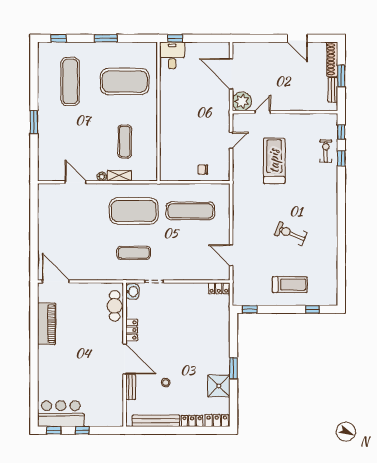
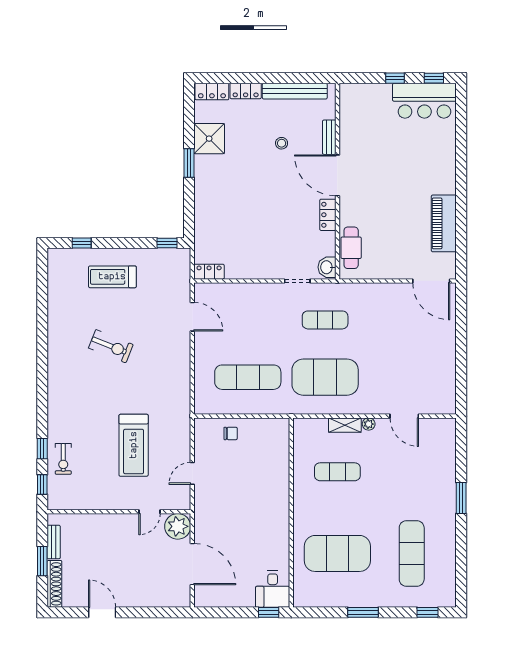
exercise mat: (125, 141) -> (337, 472), turned 90

